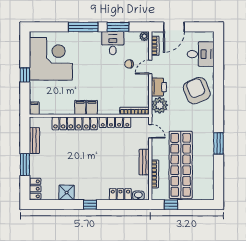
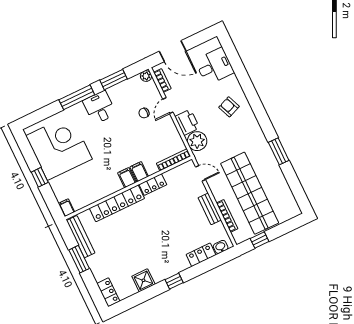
door: (174, 27) -> (173, 51), hinge flipped
desk: (113, 43) -> (99, 107), moved
armchair: (197, 91) -> (229, 107), width x0.53, depth x0.53
filing cabinet: (80, 107) -> (139, 172), moved
locker: (115, 122) -> (153, 184), width x0.66
bench: (34, 141) -> (81, 237), width x1.36
window: (25, 165) -> (79, 259), moved

